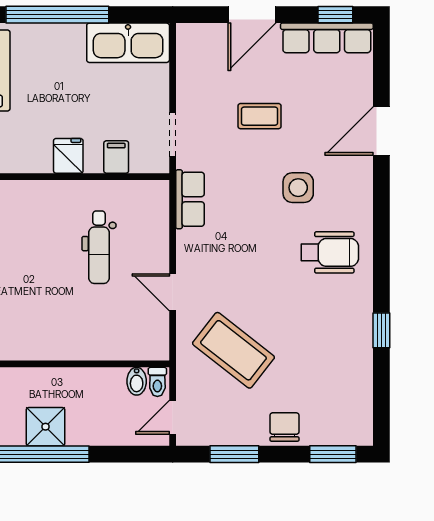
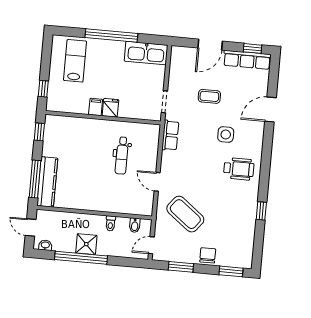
filing cabinet: (116, 157) -> (96, 107), moved
toilet: (157, 382) -> (110, 223), moved

